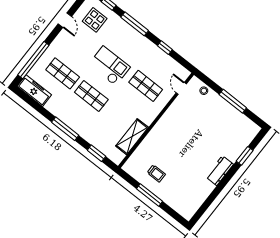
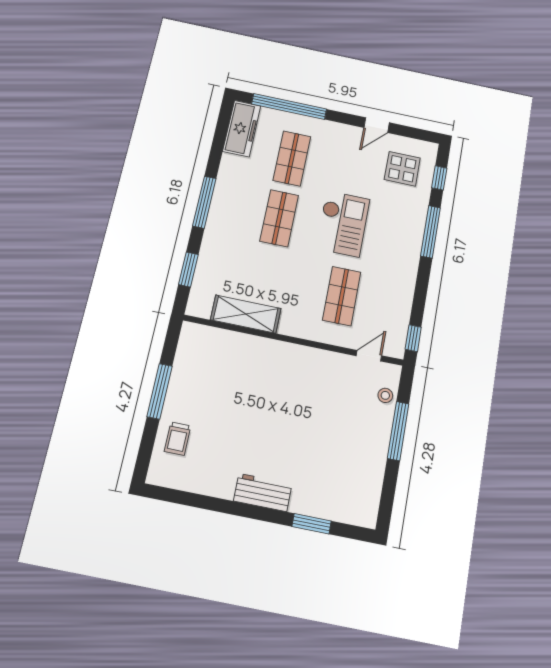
window: (165, 48) -> (413, 338), moved
window: (233, 101) -> (398, 431), moved
trolley: (156, 173) -> (177, 439), moved

